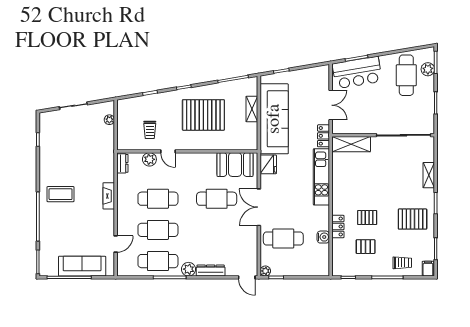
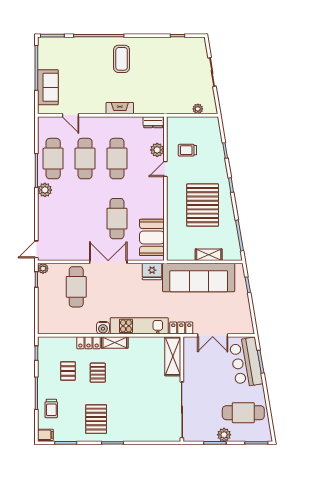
plant: (428, 69) -> (224, 435), moved
shelving: (429, 175) -> (115, 342), moved
water cooler: (323, 237) -> (103, 328), moved
sofa: (82, 266) -> (48, 87), width x0.73
dresser: (211, 271) -> (43, 213), removed

